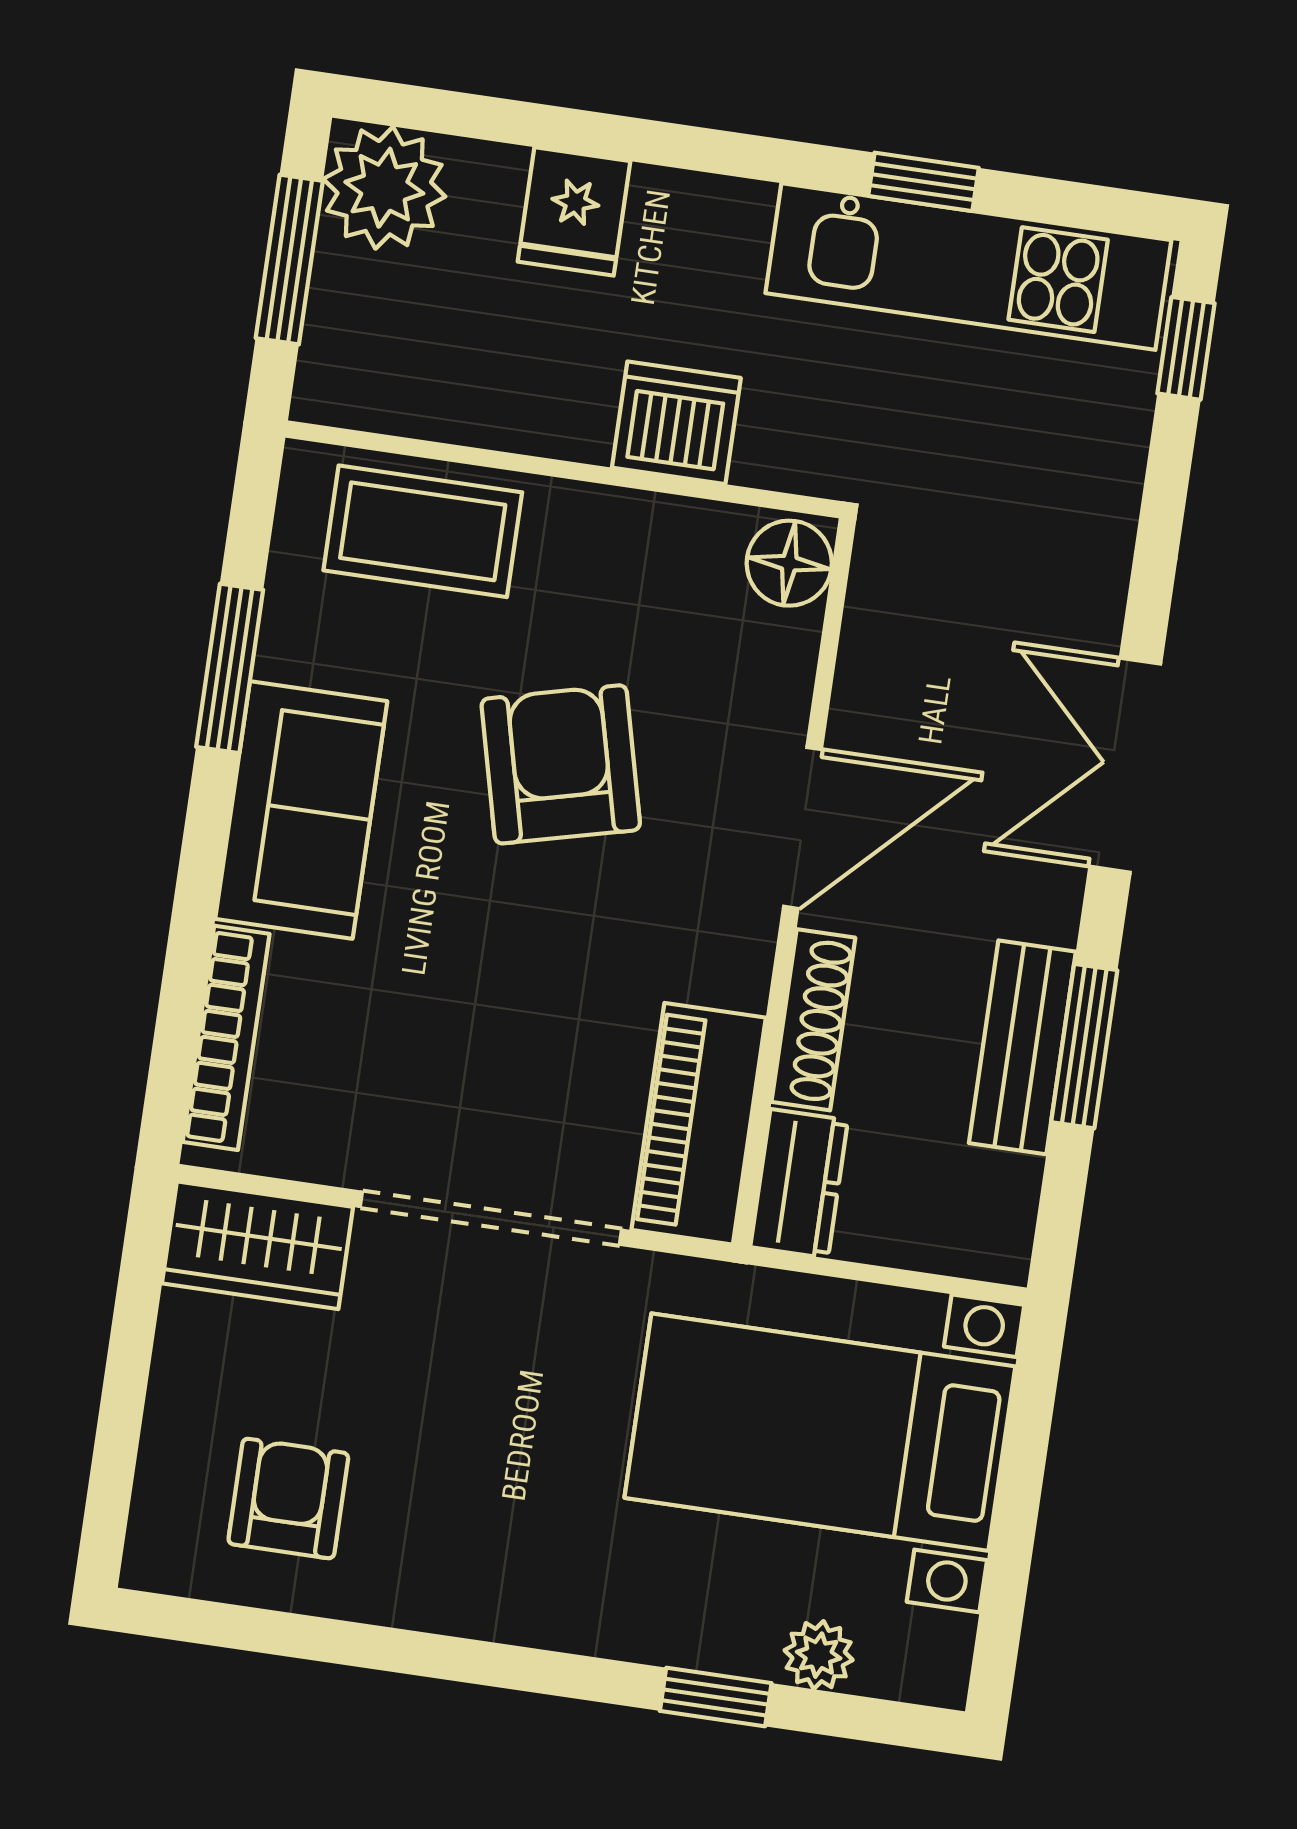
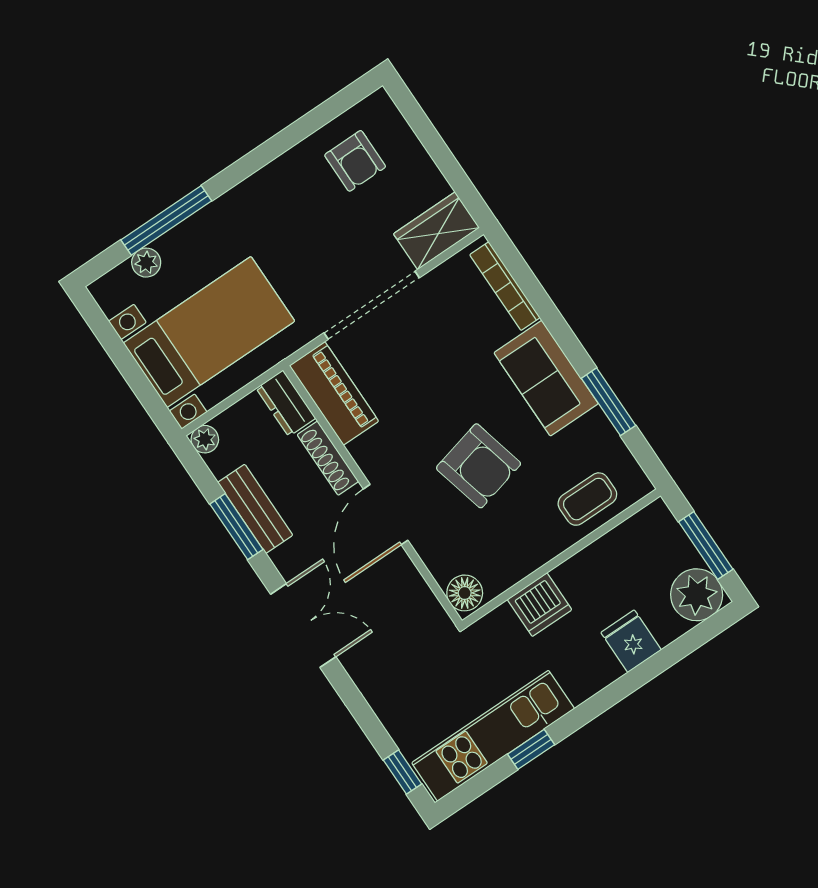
coffee table: (423, 531) -> (587, 499), width x0.73, depth x0.77
plant: (999, 1251) -> (205, 439), added
window: (716, 1697) -> (166, 220), width x2.17

